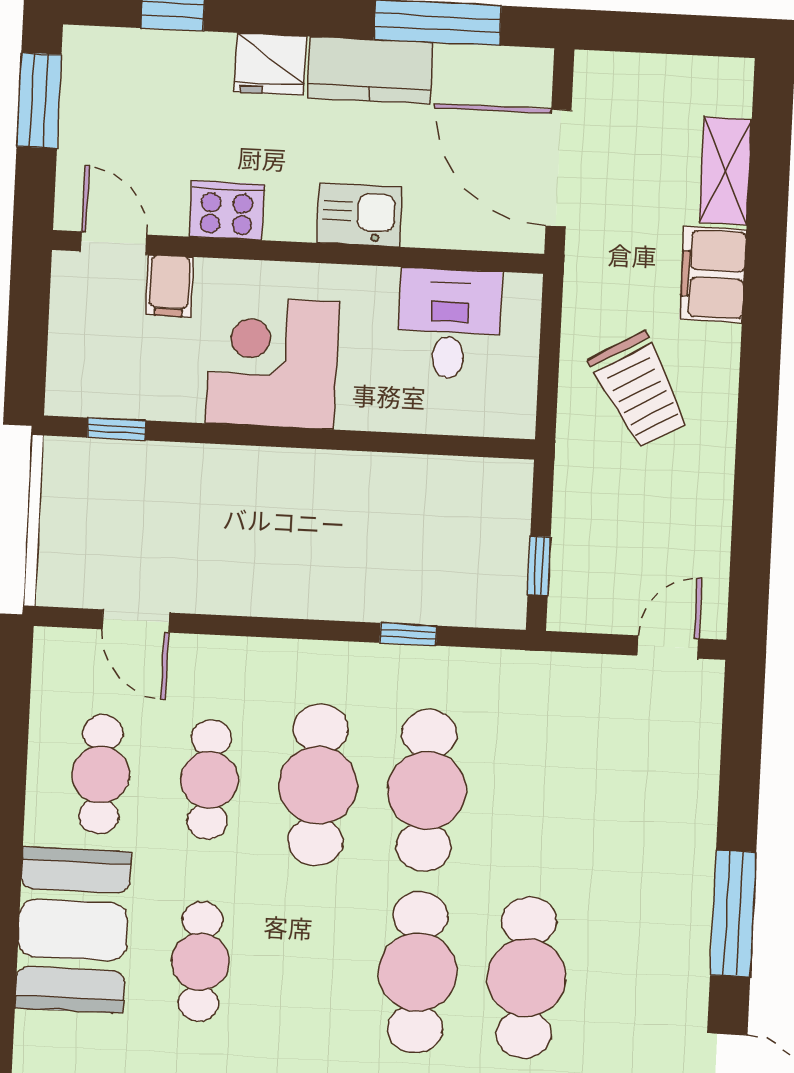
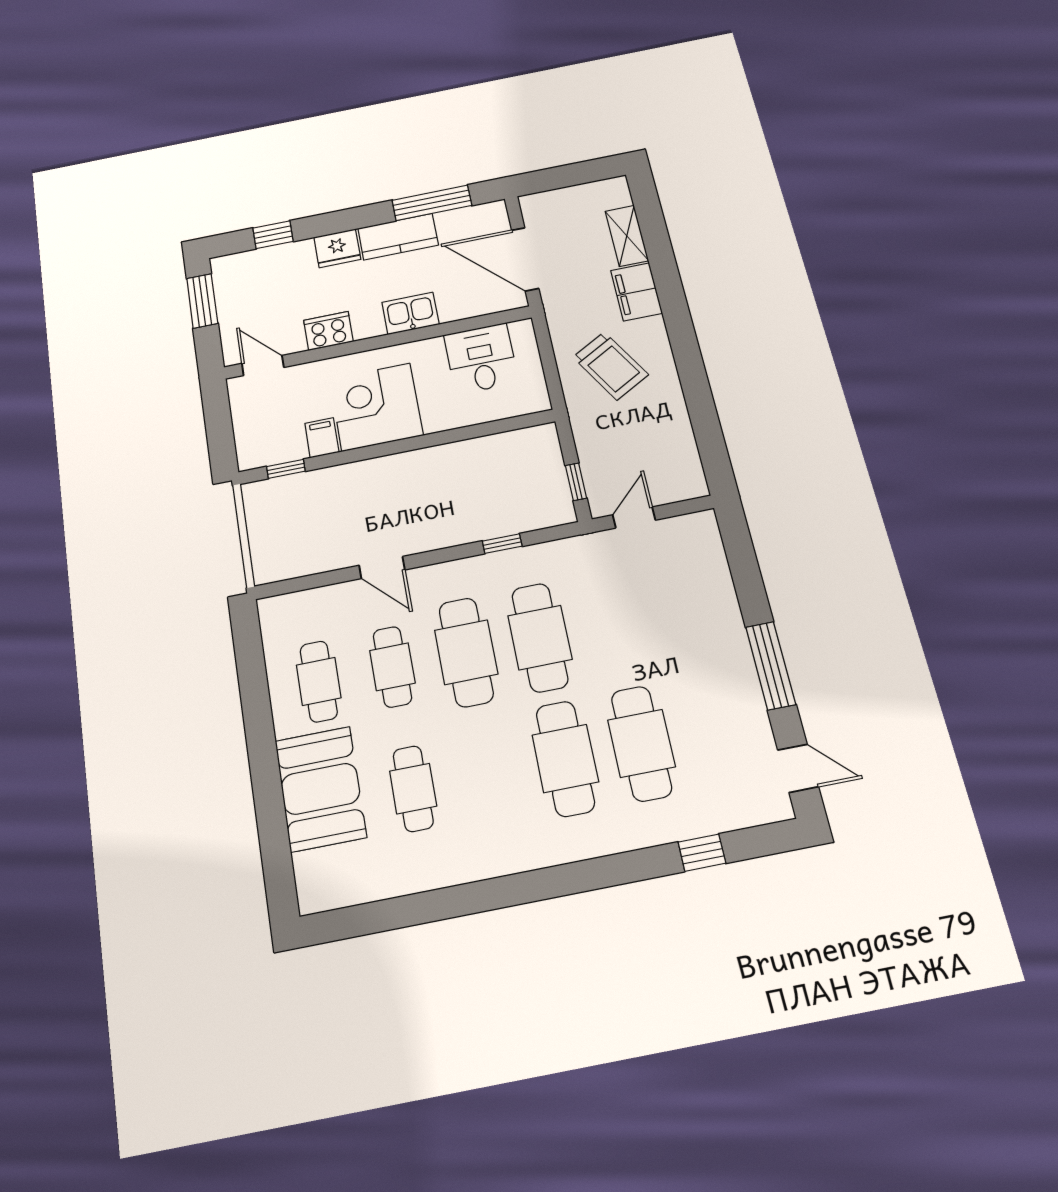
filing cabinet: (170, 286) -> (322, 438), moved, turned 180
door: (136, 621) -> (382, 568), moved
door: (668, 647) -> (634, 517), moved

